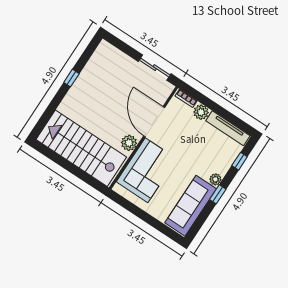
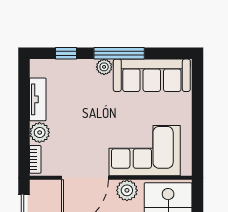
tv unit: (228, 128) -> (38, 99), width x0.71
window: (218, 194) -> (119, 53), width x2.17

